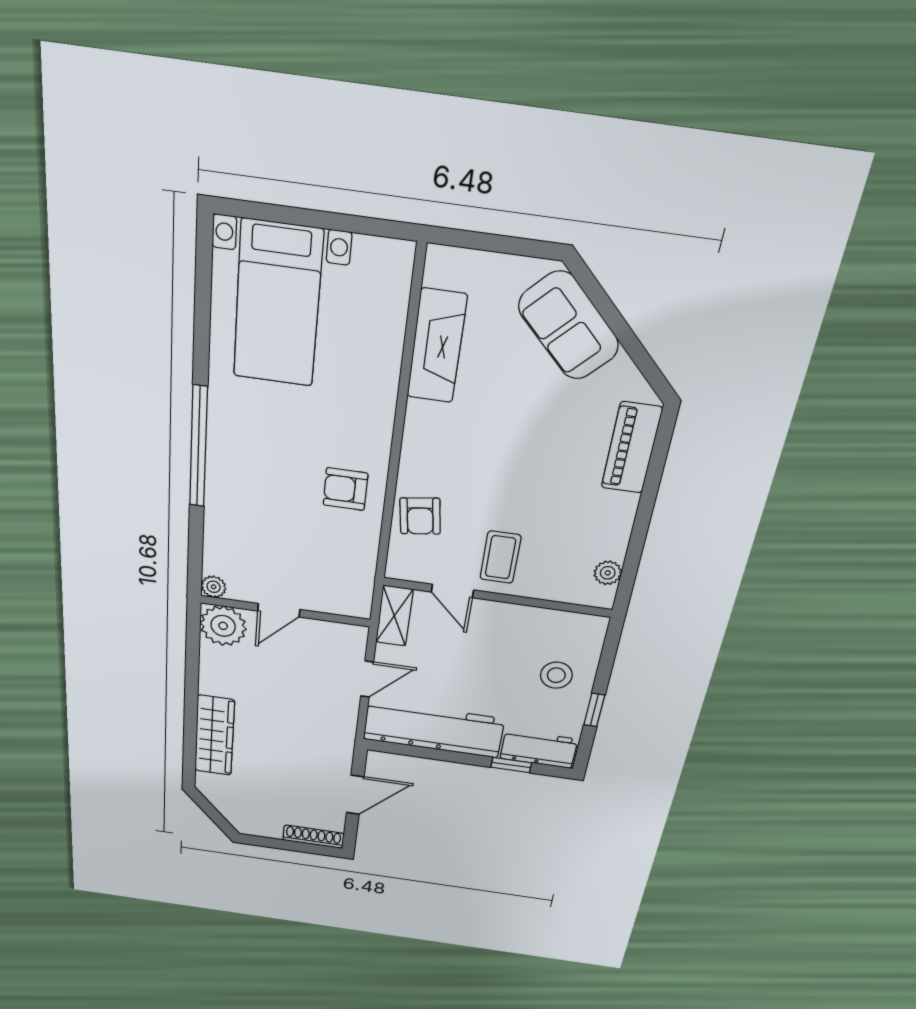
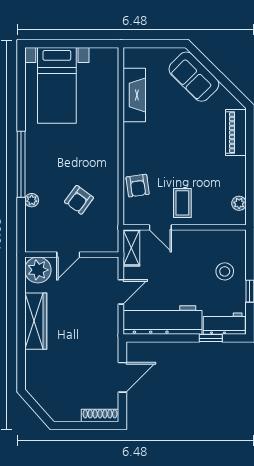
armchair: (345, 489) -> (79, 200), moved, turned -54
plant: (214, 587) -> (32, 200), moved
wardrobe: (214, 736) -> (36, 321), moved

